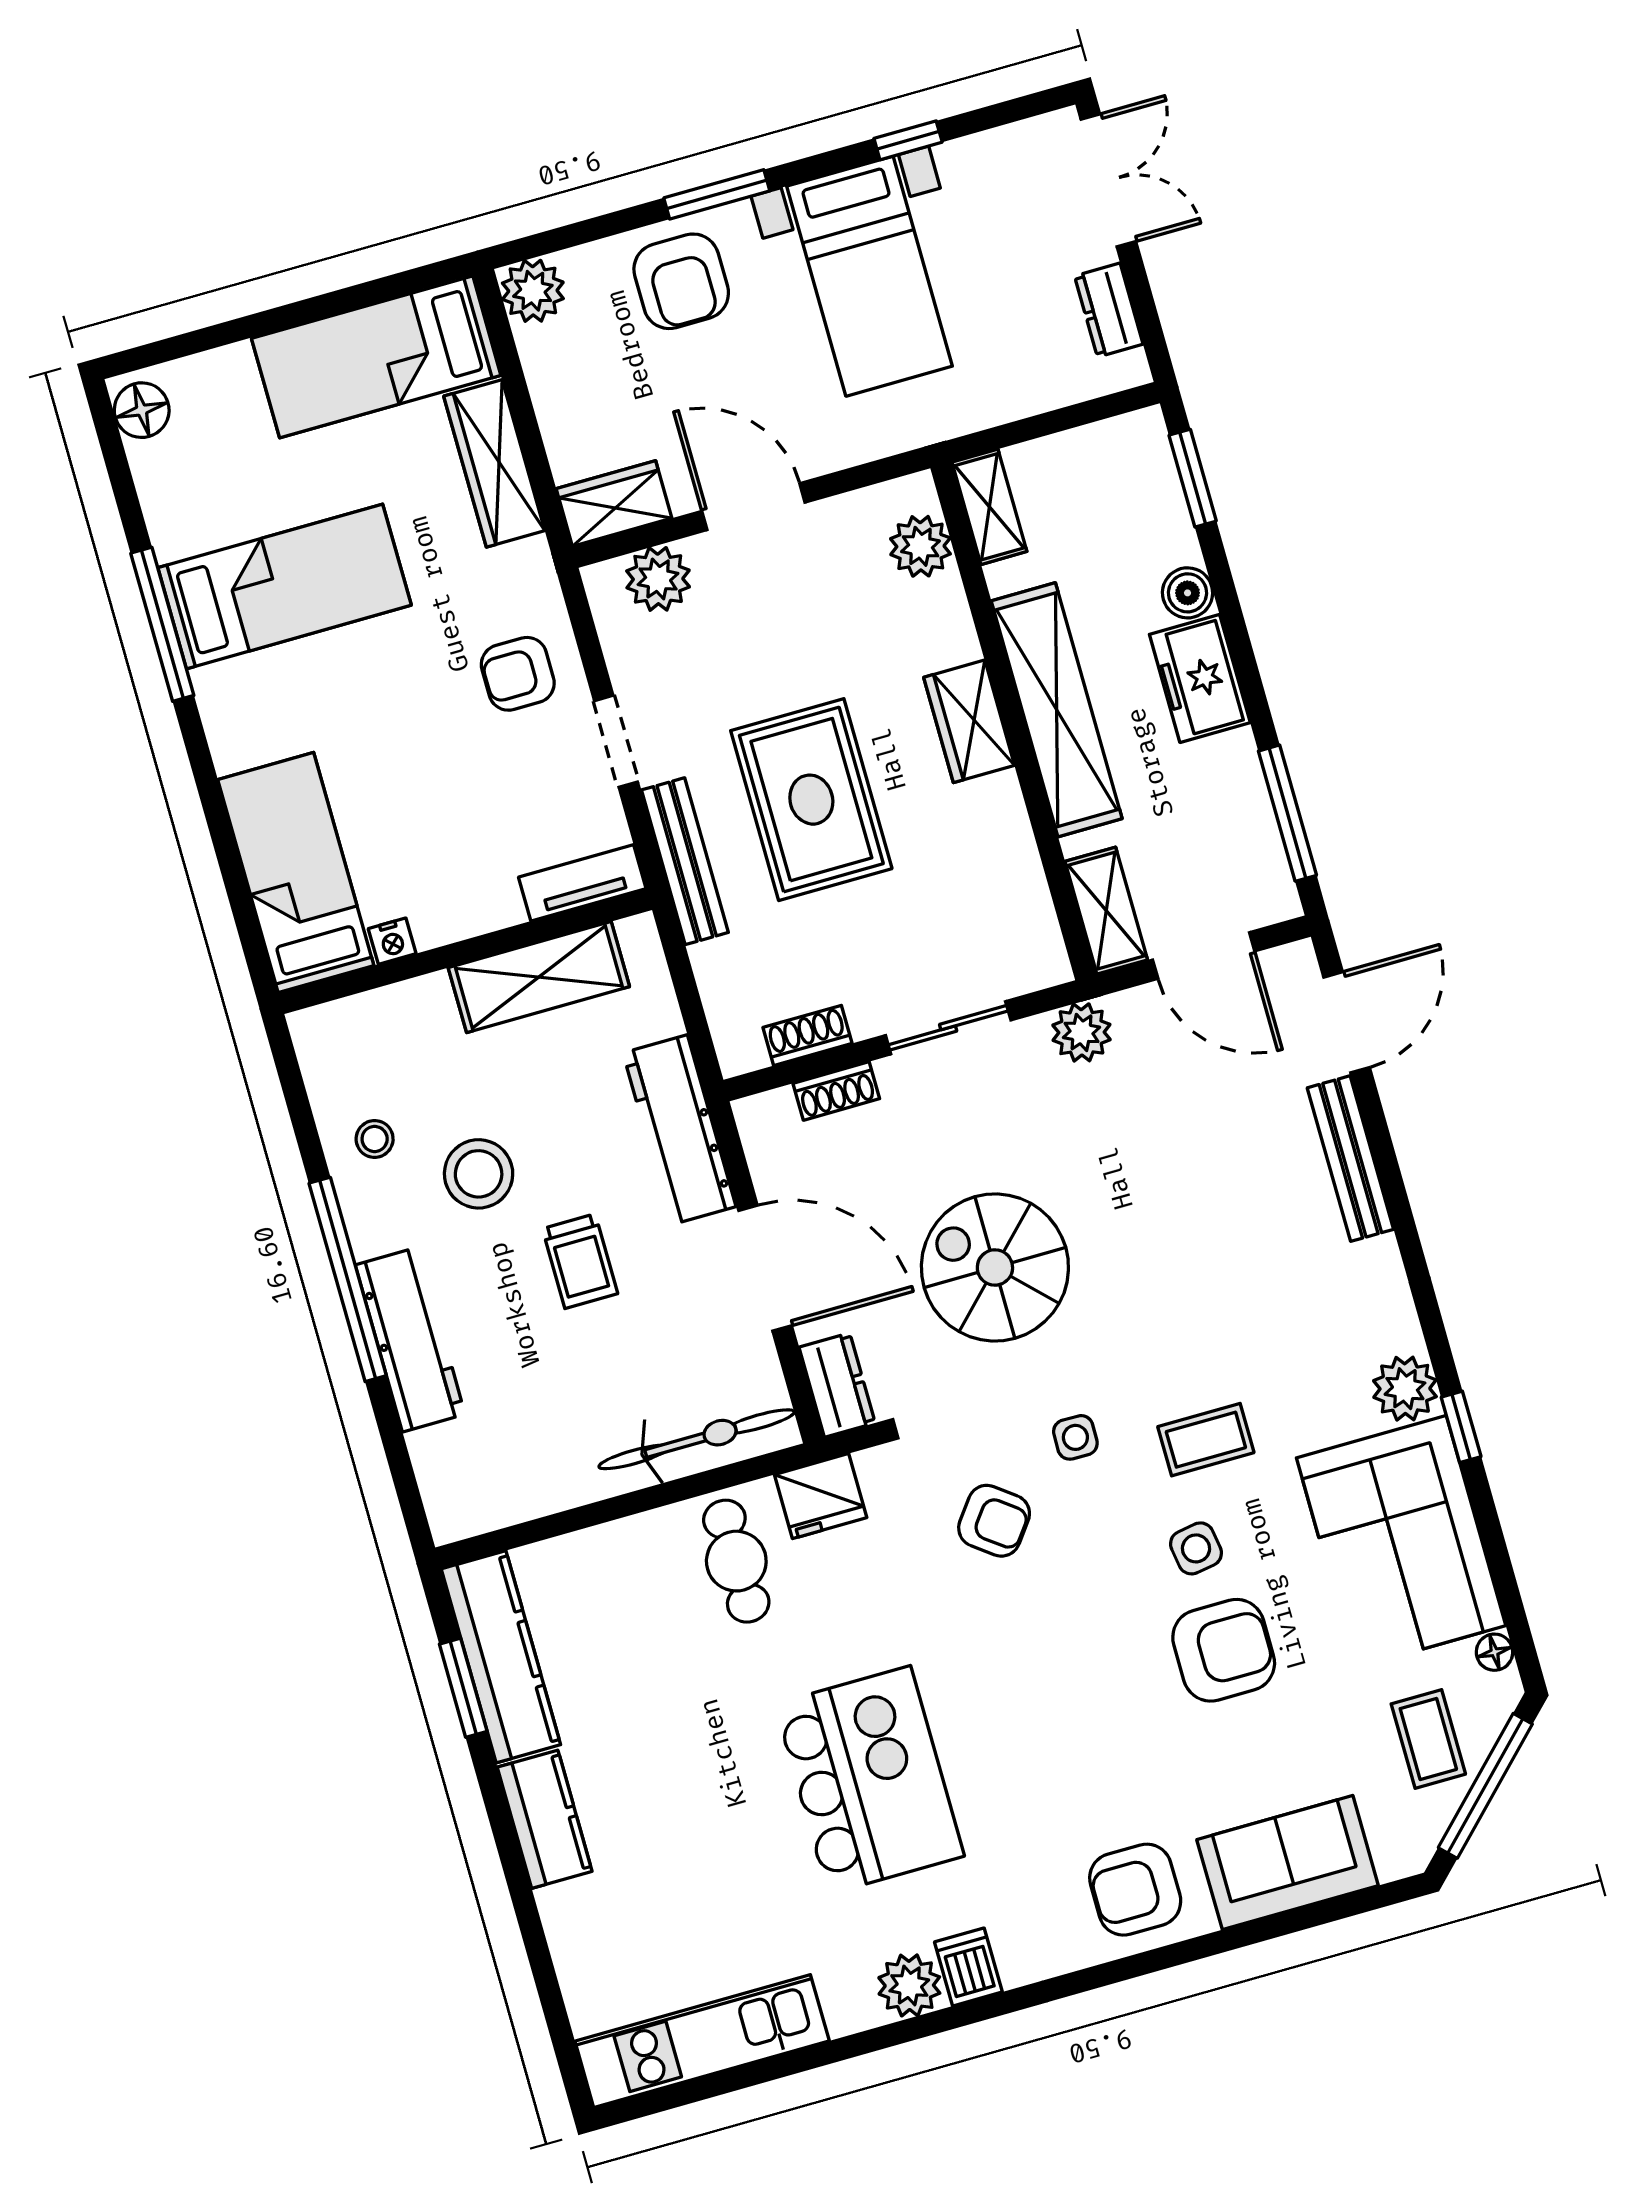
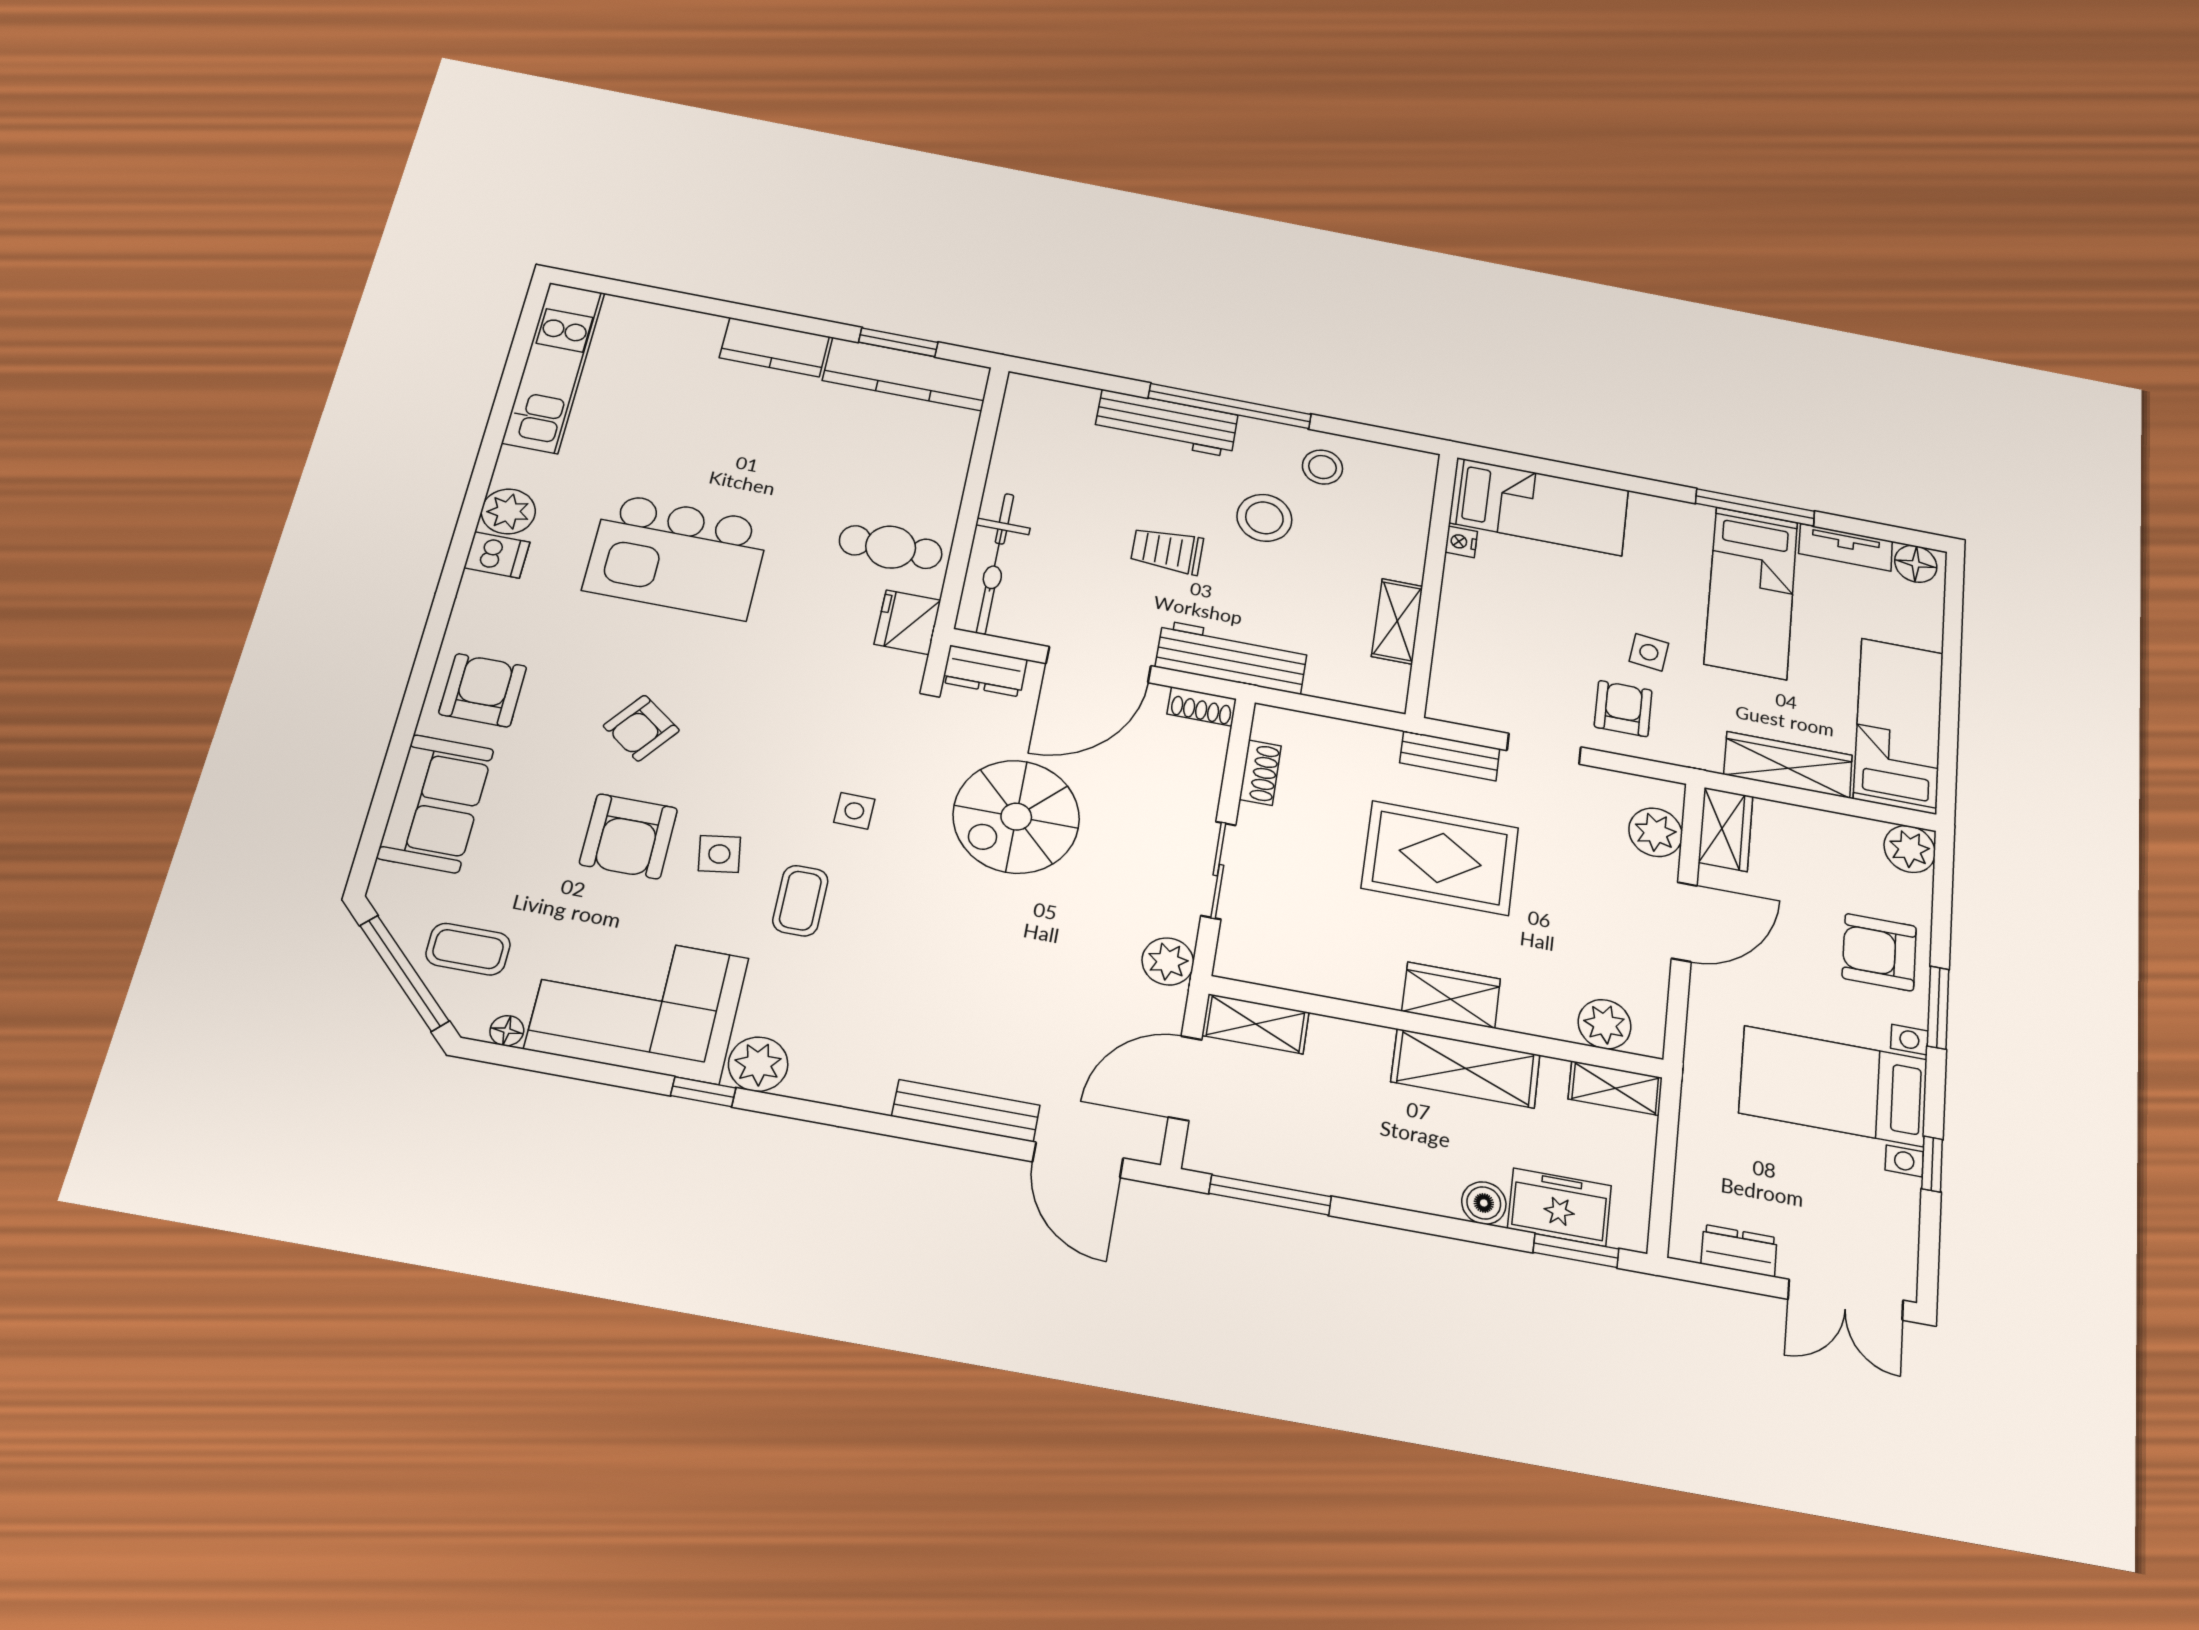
side table: (428, 673) -> (1649, 652), added
freezer: (1200, 679) -> (1560, 1207), moved
shelving: (1057, 710) -> (1466, 1068), width x0.68
bench: (685, 861) -> (1450, 756), width x0.73
tv unit: (582, 883) -> (1846, 547), moved, turned 90
shelving: (539, 977) -> (1397, 621), width x0.67, depth x0.75
shoe rack: (836, 1091) -> (1202, 706), moved, turned -90
stool: (375, 1139) -> (1322, 467), width x1.37, depth x1.37
spiral stairs: (995, 1267) -> (1016, 817), turned 180
armchair: (994, 1521) -> (641, 728), moved

